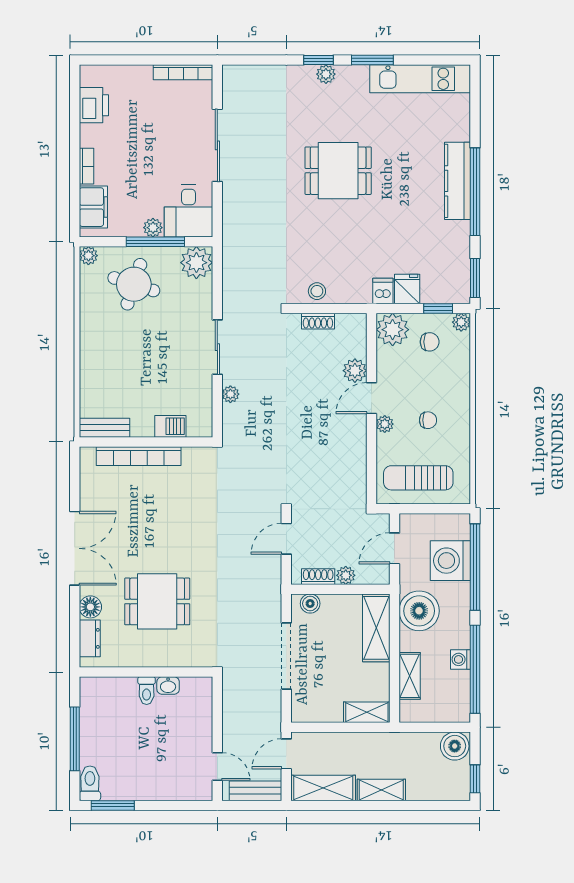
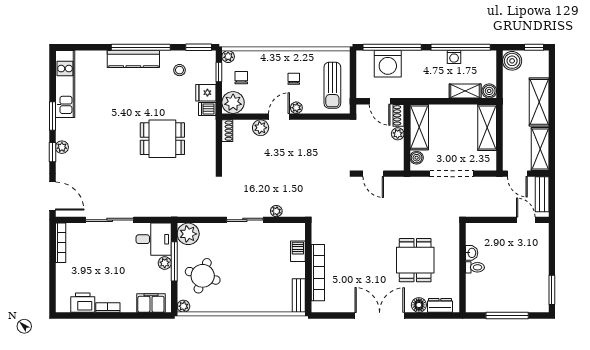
door: (253, 60) -> (52, 196), added
bookcase: (86, 166) -> (108, 308), moved
dining table: (338, 171) -> (162, 139), moved, turned 90
stool: (317, 291) -> (180, 70), moved
shoe rack: (318, 321) -> (227, 131), moved
door: (371, 398) -> (279, 117), swing flipped
shoe rack: (318, 577) -> (399, 115), moved
boiler: (419, 611) -> (489, 91), moved, width x0.54, depth x0.54
shelving: (376, 628) -> (419, 127), moved, turned 90
shelving: (367, 712) -> (487, 127), width x1.50, depth x1.33
door: (217, 766) -> (526, 220), hinge flipped
toilet: (90, 783) -> (537, 305), removed
shelving: (381, 790) -> (539, 102), width x1.50, depth x1.33

